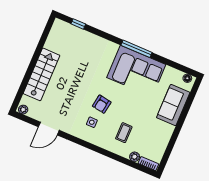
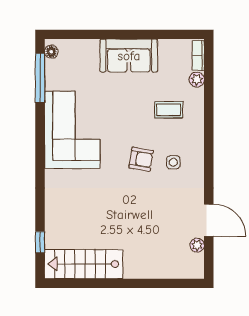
window: (137, 49) -> (40, 78), moved
stairs: (42, 74) -> (84, 264), moved
sofa: (173, 105) -> (129, 56), moved
plant: (23, 110) -> (197, 245), moved

